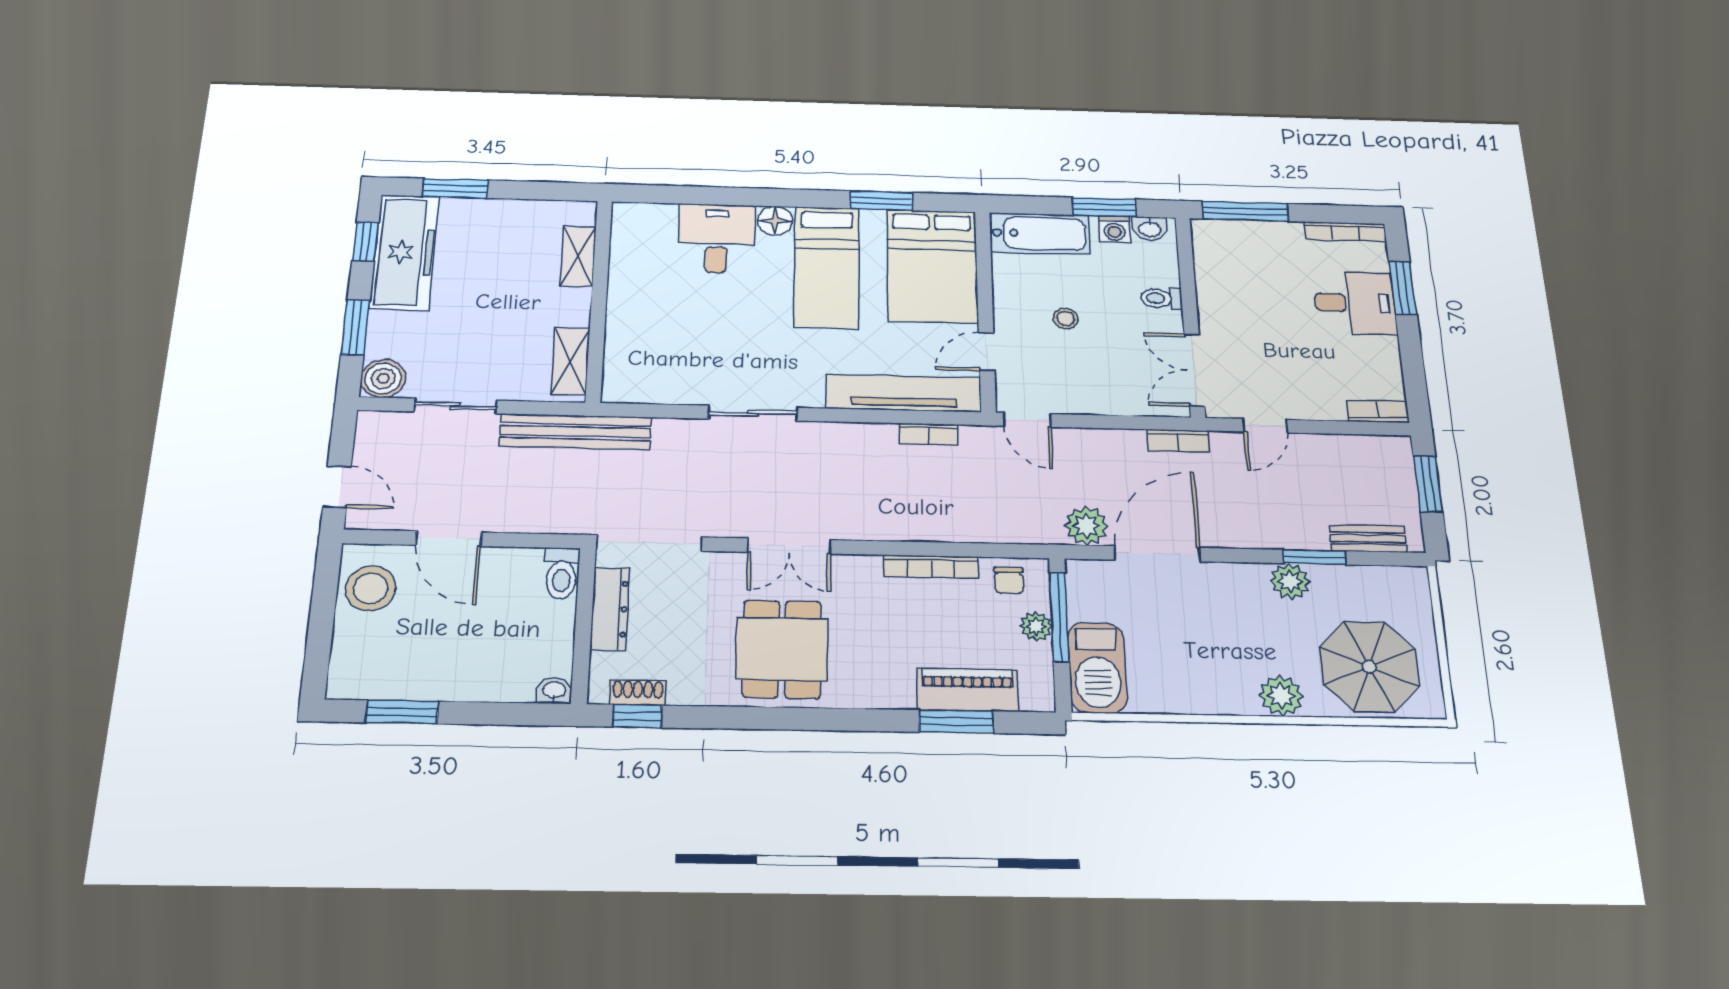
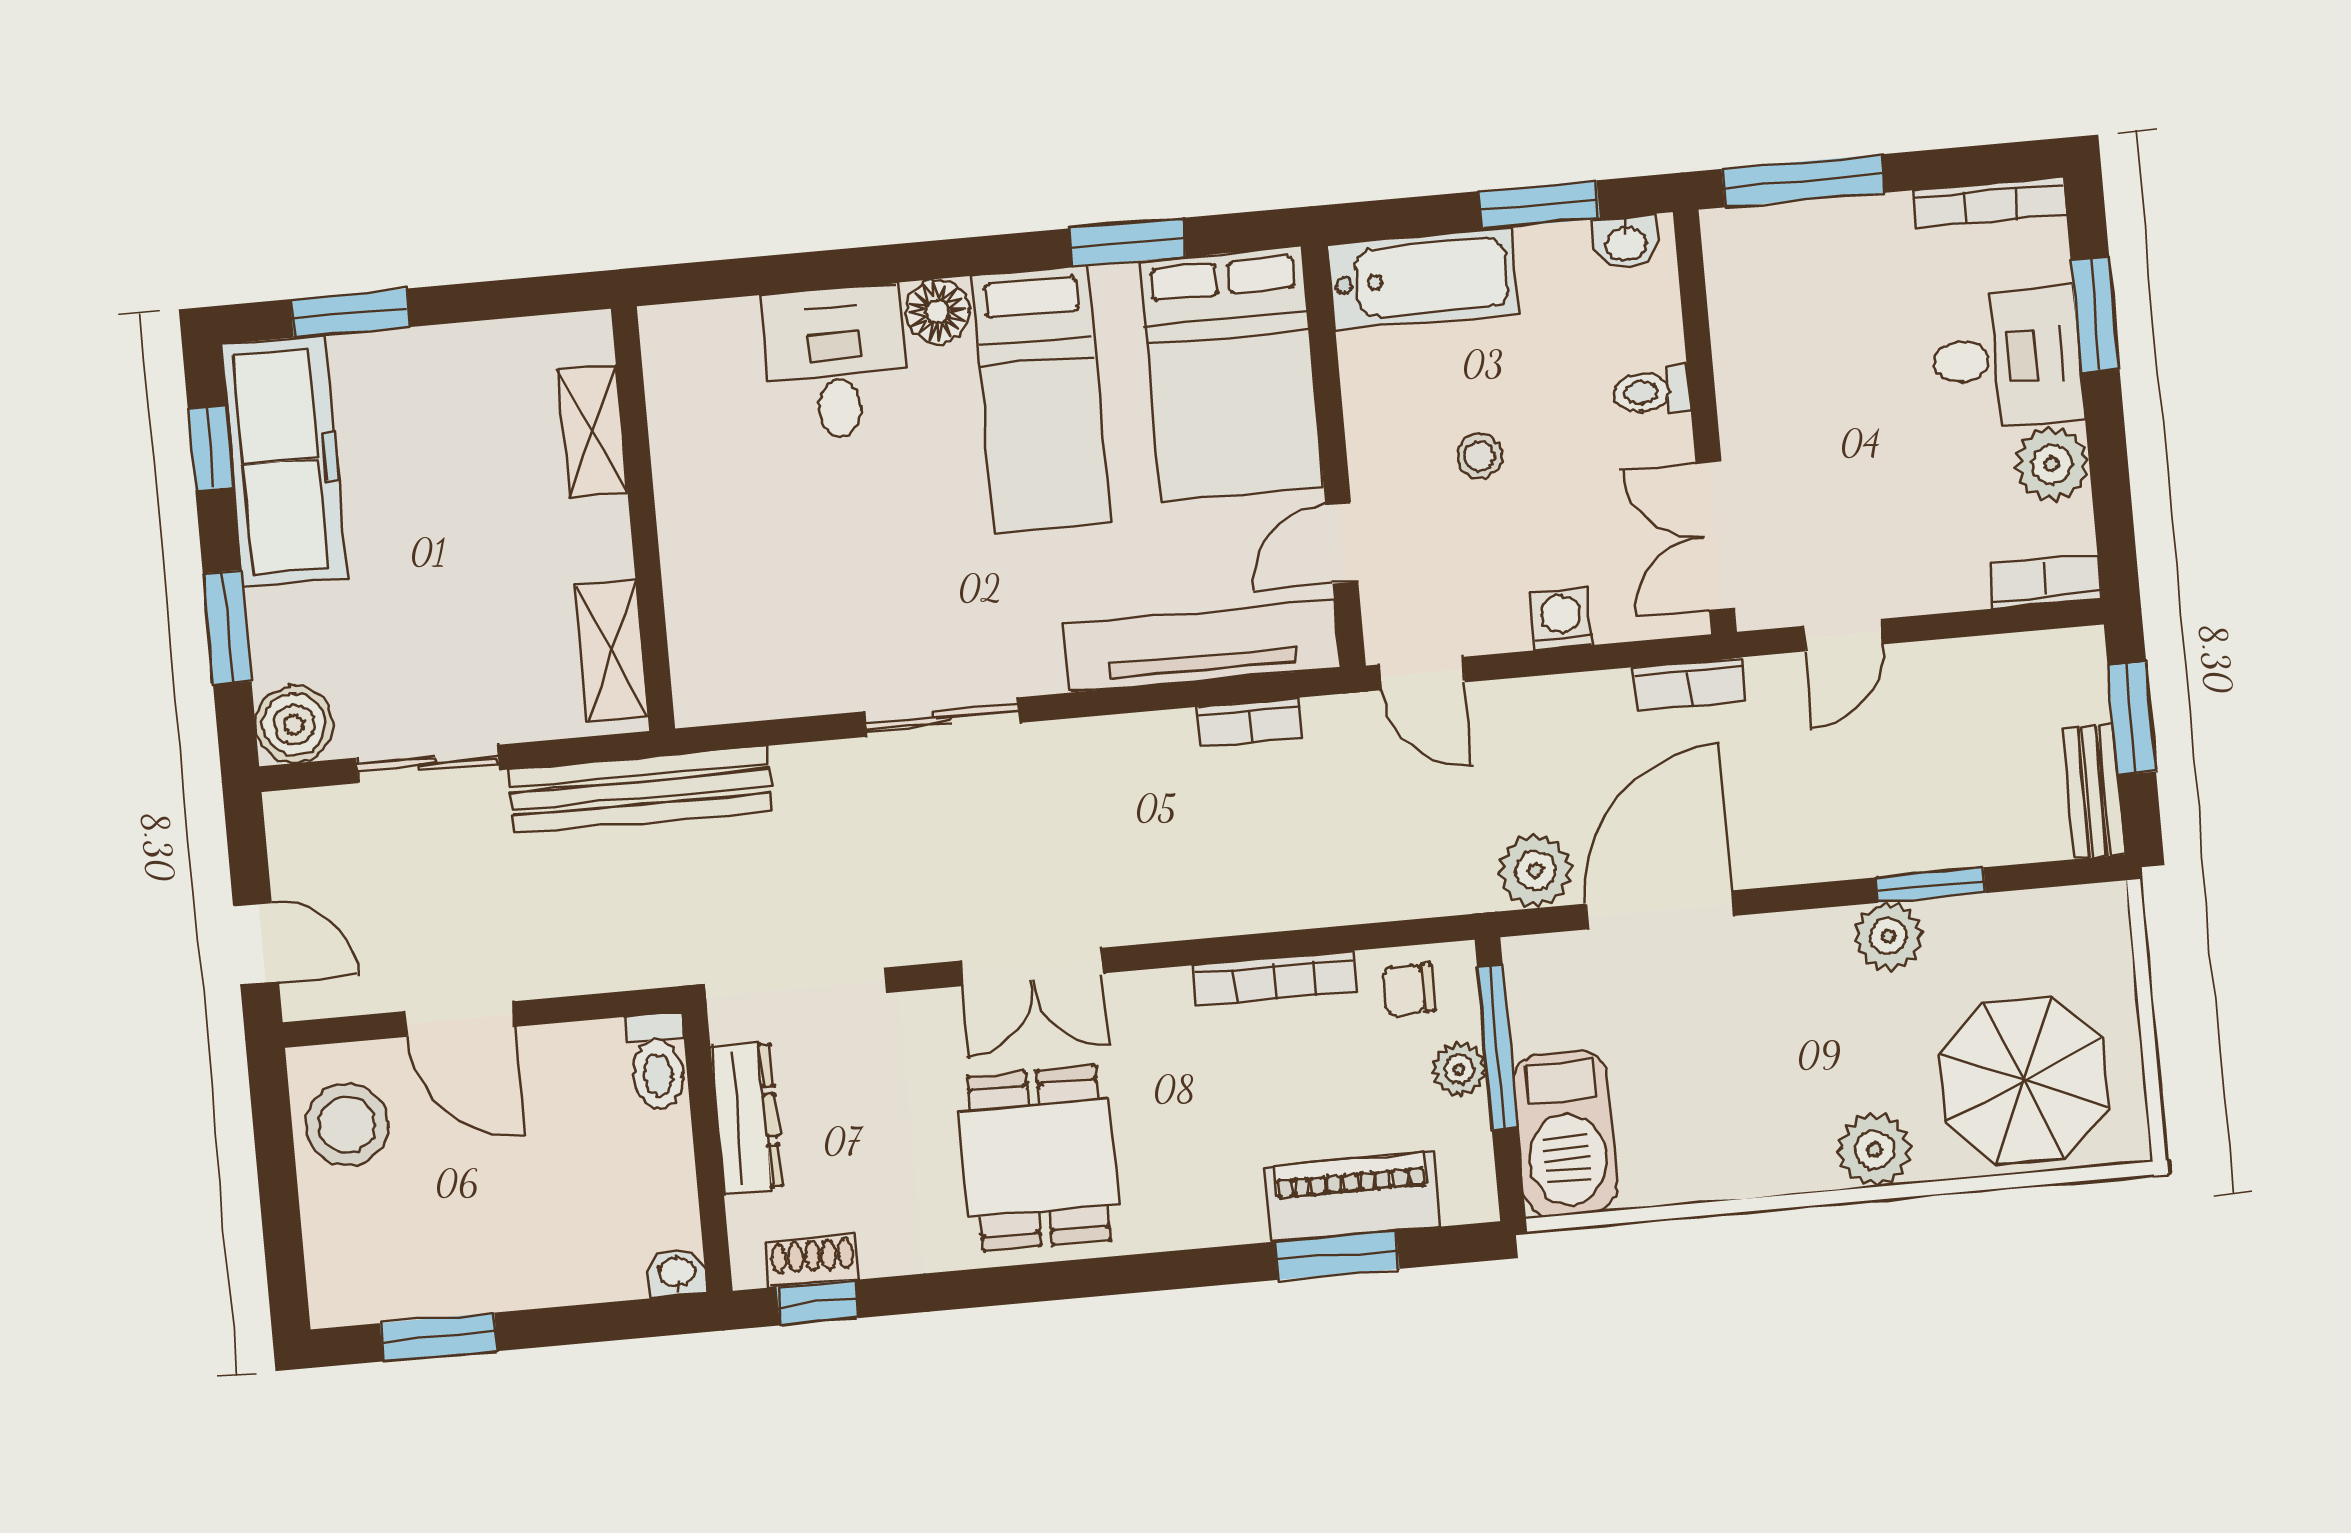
washing machine: (1114, 229) -> (1561, 619), moved, turned 180
plant: (1381, 355) -> (2052, 464), added
bench: (1368, 539) -> (2094, 791), moved, turned 90
chair: (1009, 581) -> (1408, 989), turned 90

